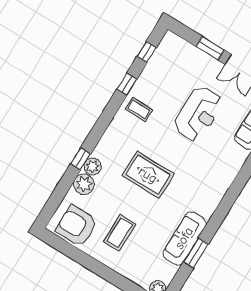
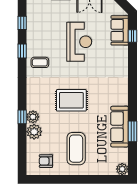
armchair: (77, 226) -> (46, 161), width x0.53, depth x0.53
coffee table: (120, 233) -> (76, 149), width x1.36, depth x1.32

